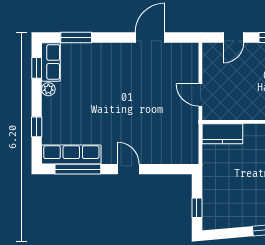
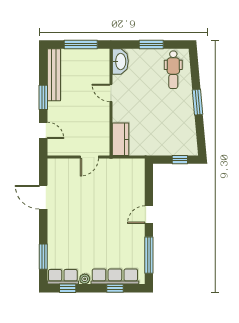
row of seats: (71, 155) -> (115, 277), moved, turned 90

